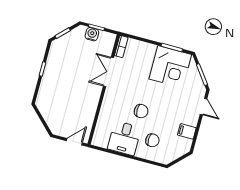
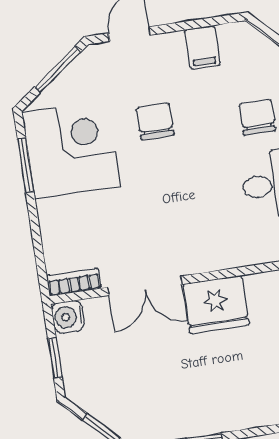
water cooler: (92, 34) -> (68, 317), moved
fridge: (90, 95) -> (216, 304), added
chair: (141, 111) -> (155, 121), moved

